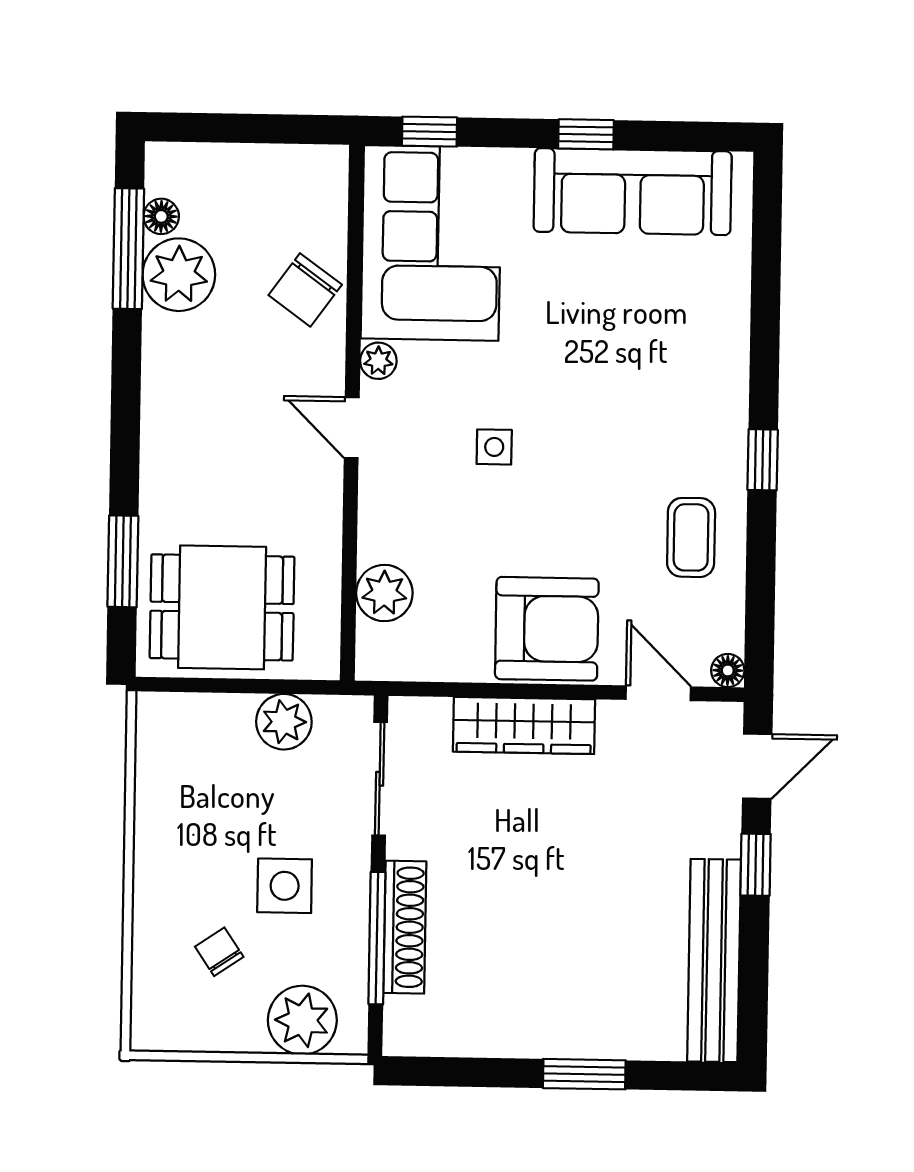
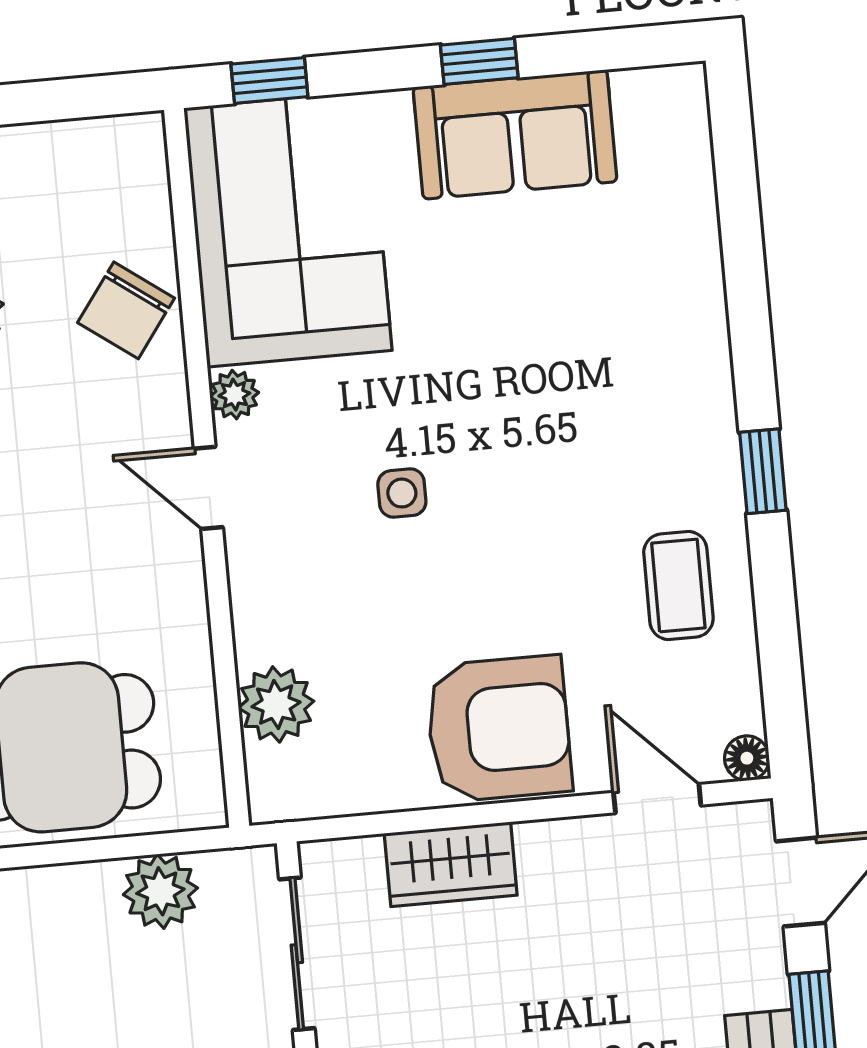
sofa: (633, 192) -> (515, 134), width x0.73
wardrobe: (524, 725) -> (451, 864), width x0.67

